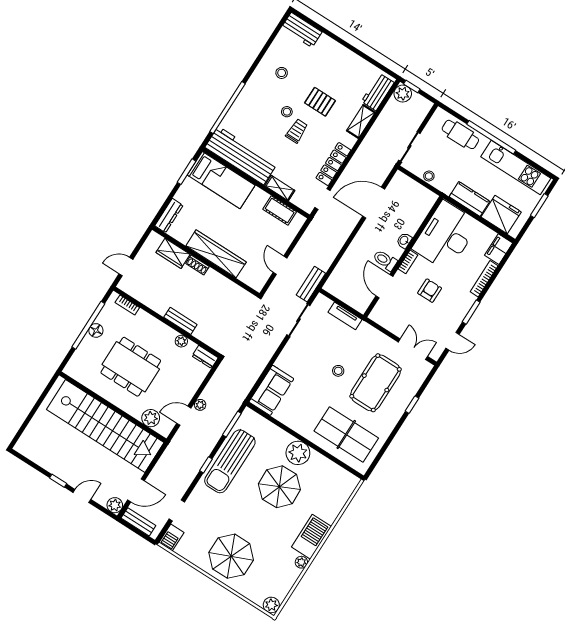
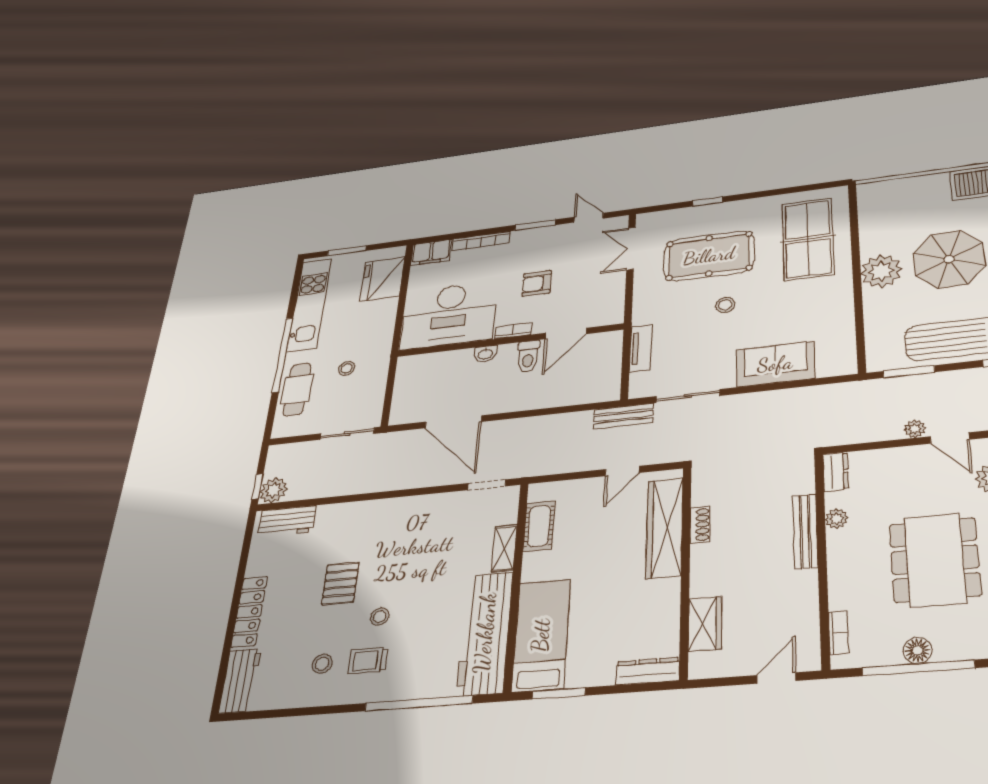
shelving: (361, 122) -> (342, 513), removed
trolley: (297, 131) -> (368, 661), moved
locker: (333, 164) -> (249, 611), moved, turned -90
stool: (429, 176) -> (347, 368), moved
kitchen counter: (469, 199) -> (382, 323), removed
wardrobe: (216, 254) -> (665, 528), moved
shoe rack: (197, 265) -> (700, 525), moved
door: (126, 267) -> (776, 678), swing flipped
bench: (180, 321) -> (805, 531), width x1.36
sofa: (271, 390) -> (775, 364), moved

